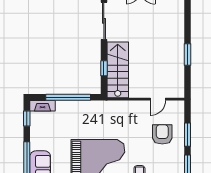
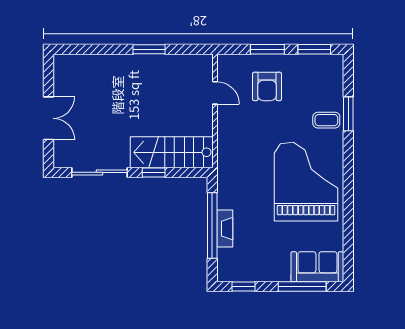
window: (104, 68) -> (154, 172), moved
fireplace: (43, 106) -> (225, 229), moved
armchair: (162, 134) -> (267, 86), turned -90

